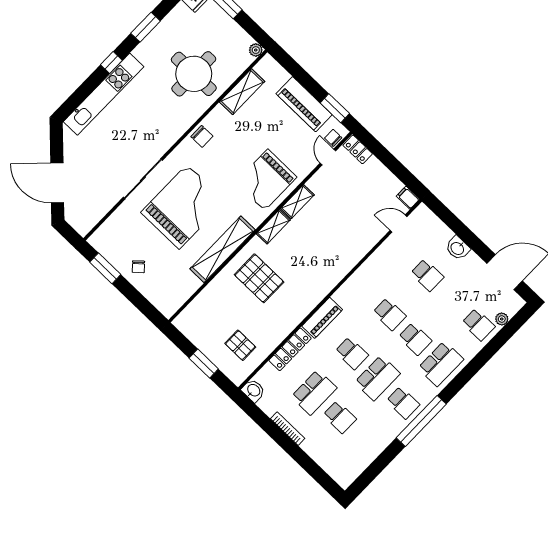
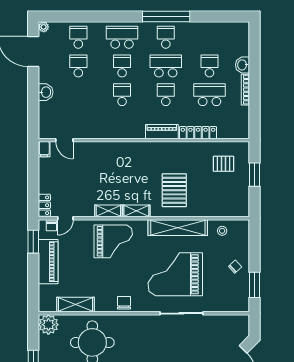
plant: (256, 50) -> (48, 325), width x1.87, depth x1.87
school desk: (427, 275) -> (78, 66), moved
stool: (182, 286) -> (222, 231), added
plant: (502, 319) -> (44, 27), moved
pallet: (240, 345) -> (224, 164), turned 90
washbasin: (253, 391) -> (242, 65), moved

